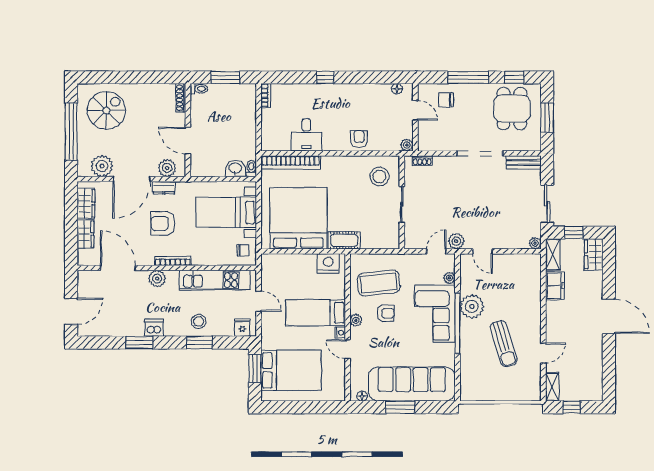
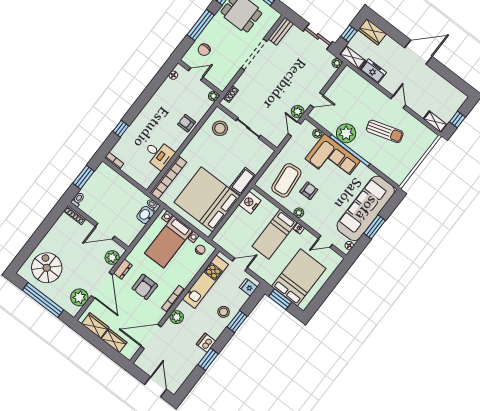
window: (325, 77) -> (121, 129), moved
door: (348, 349) -> (325, 241), moved
door: (543, 353) -> (398, 102), moved

